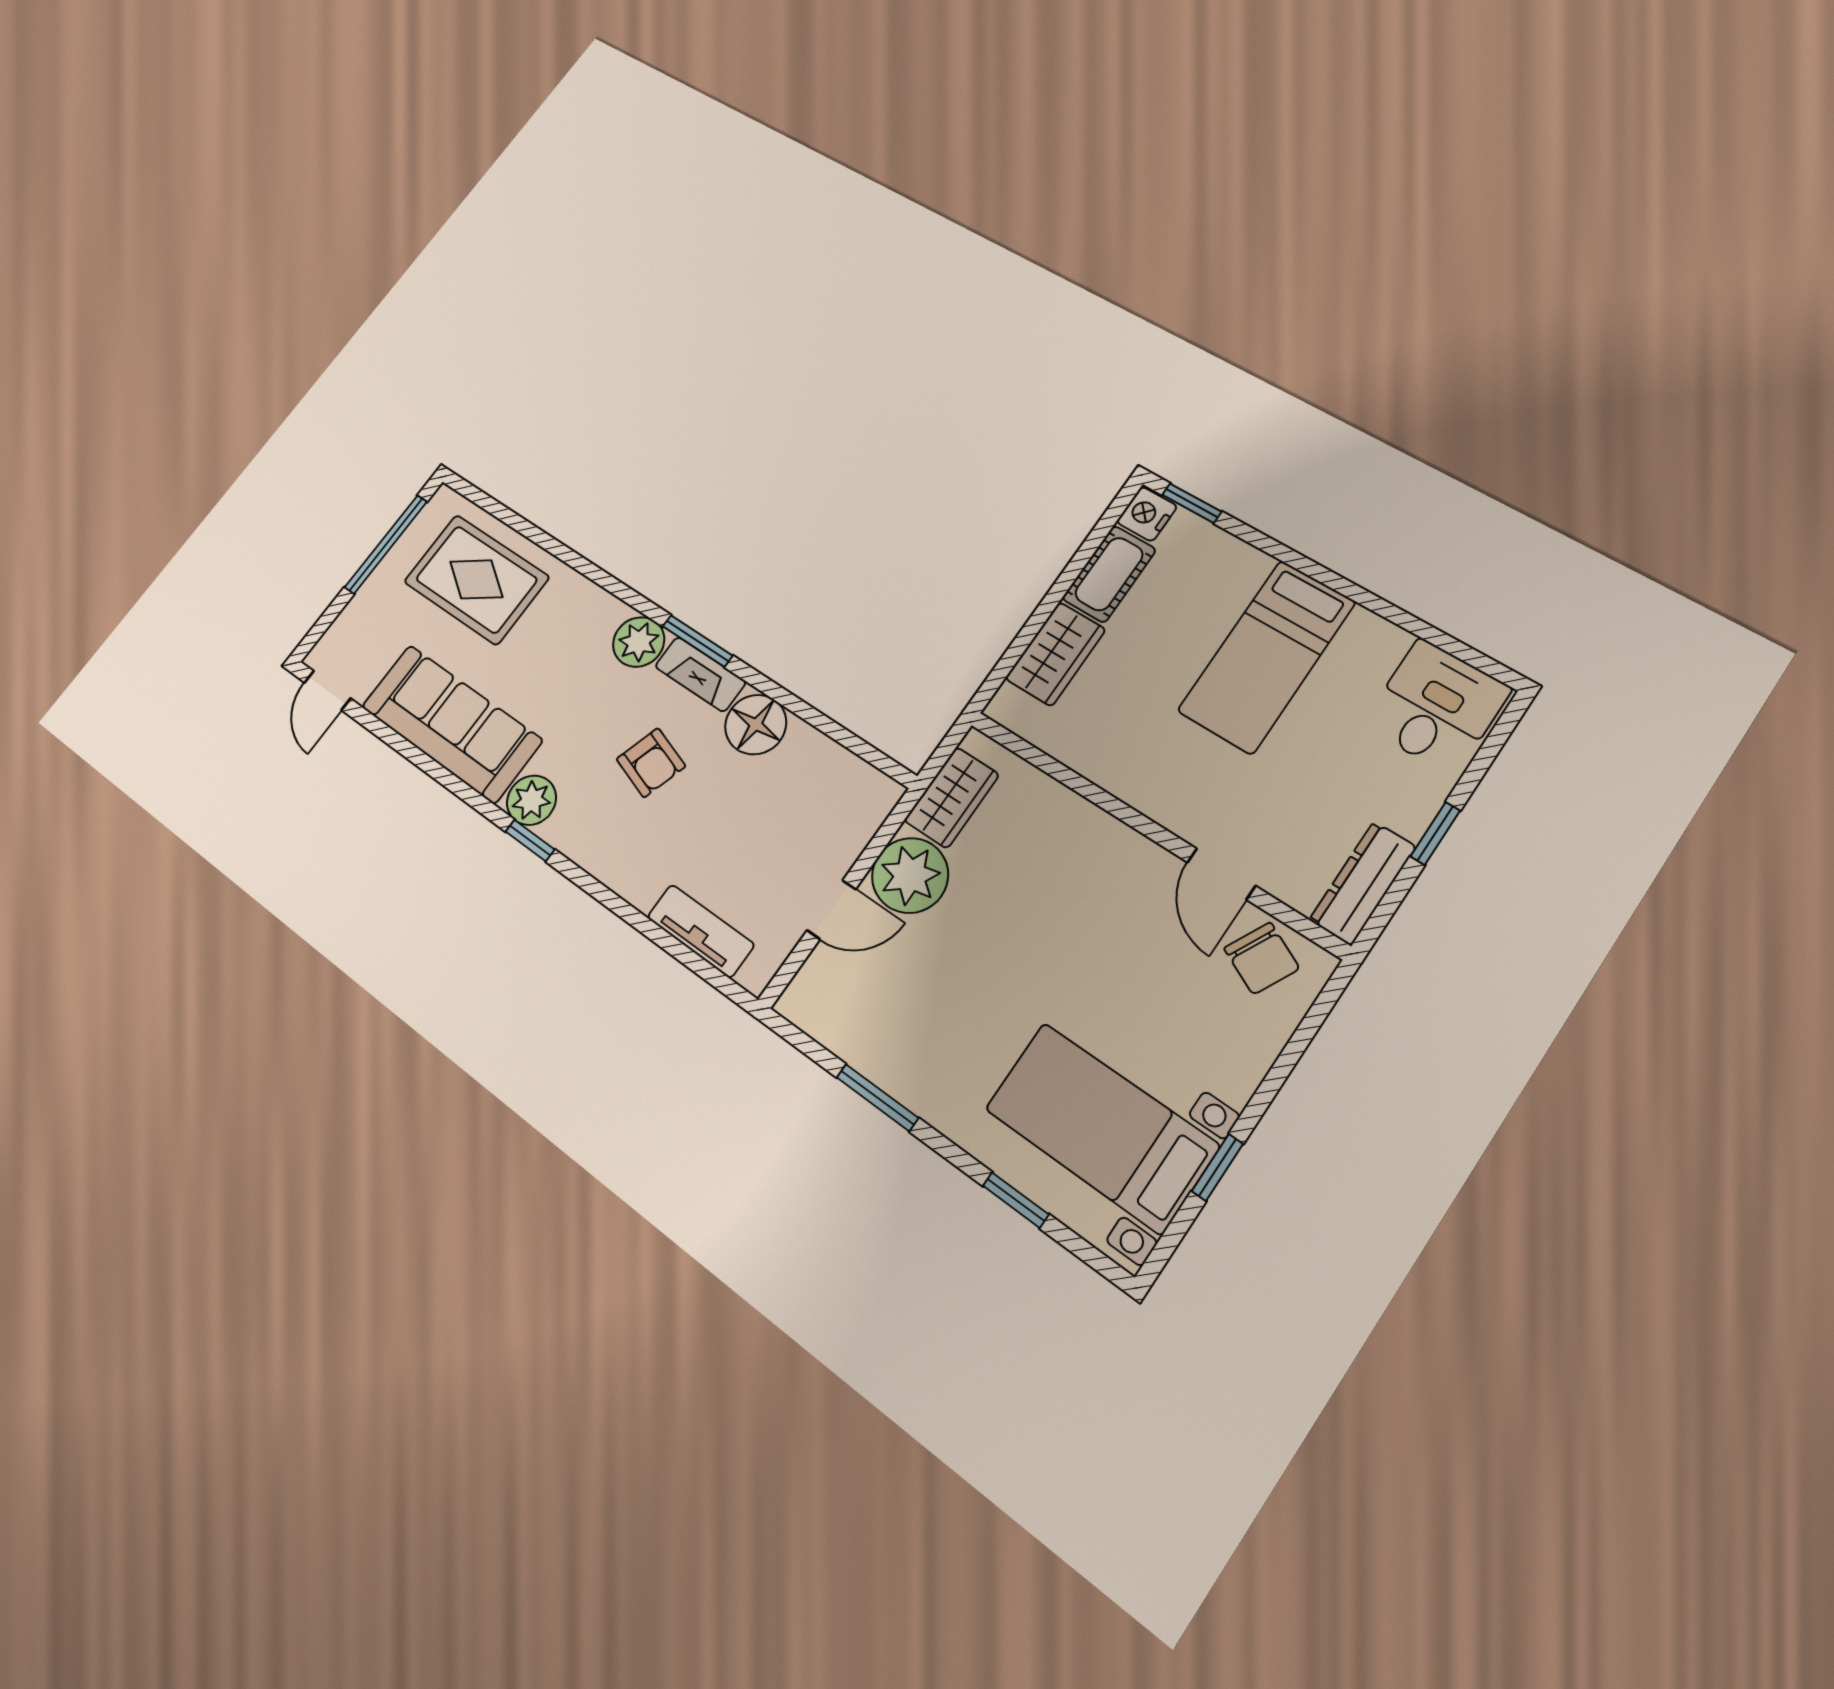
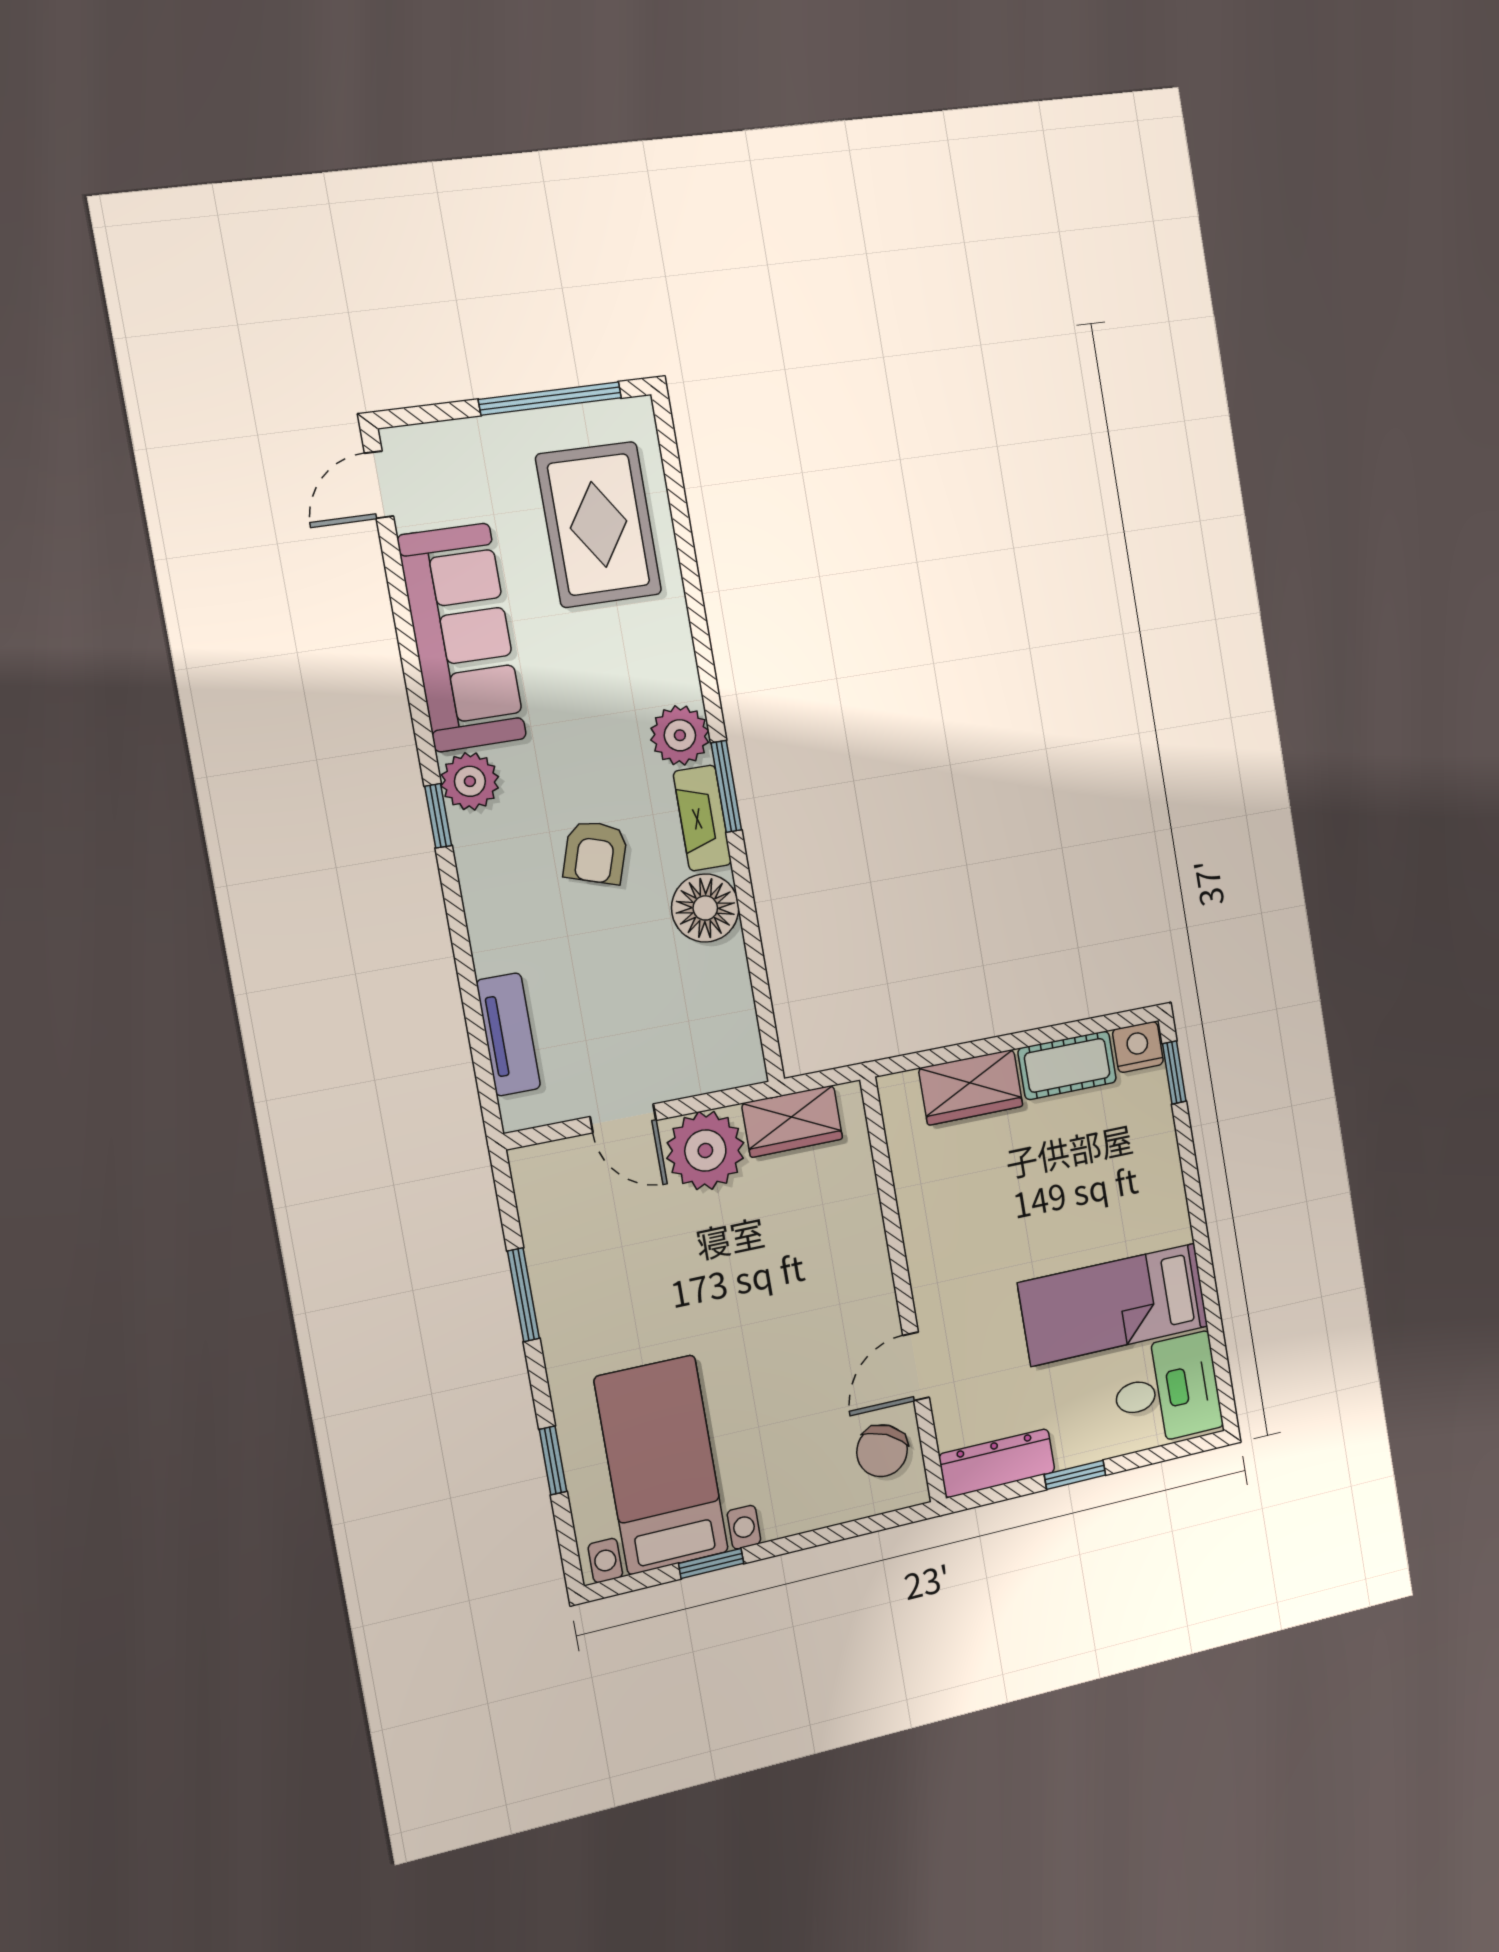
bed: (1267, 656) -> (1113, 1305), moved

